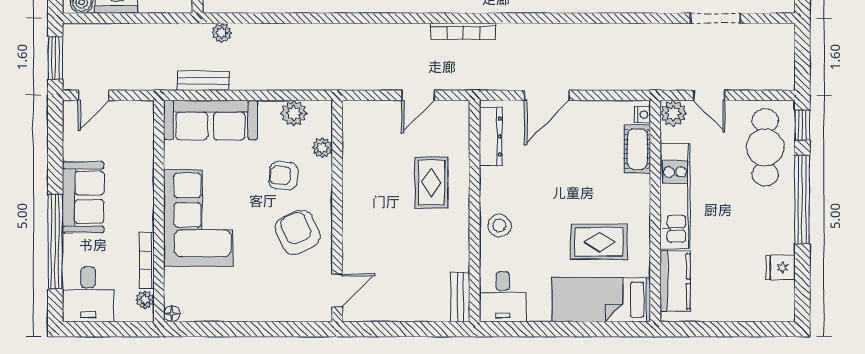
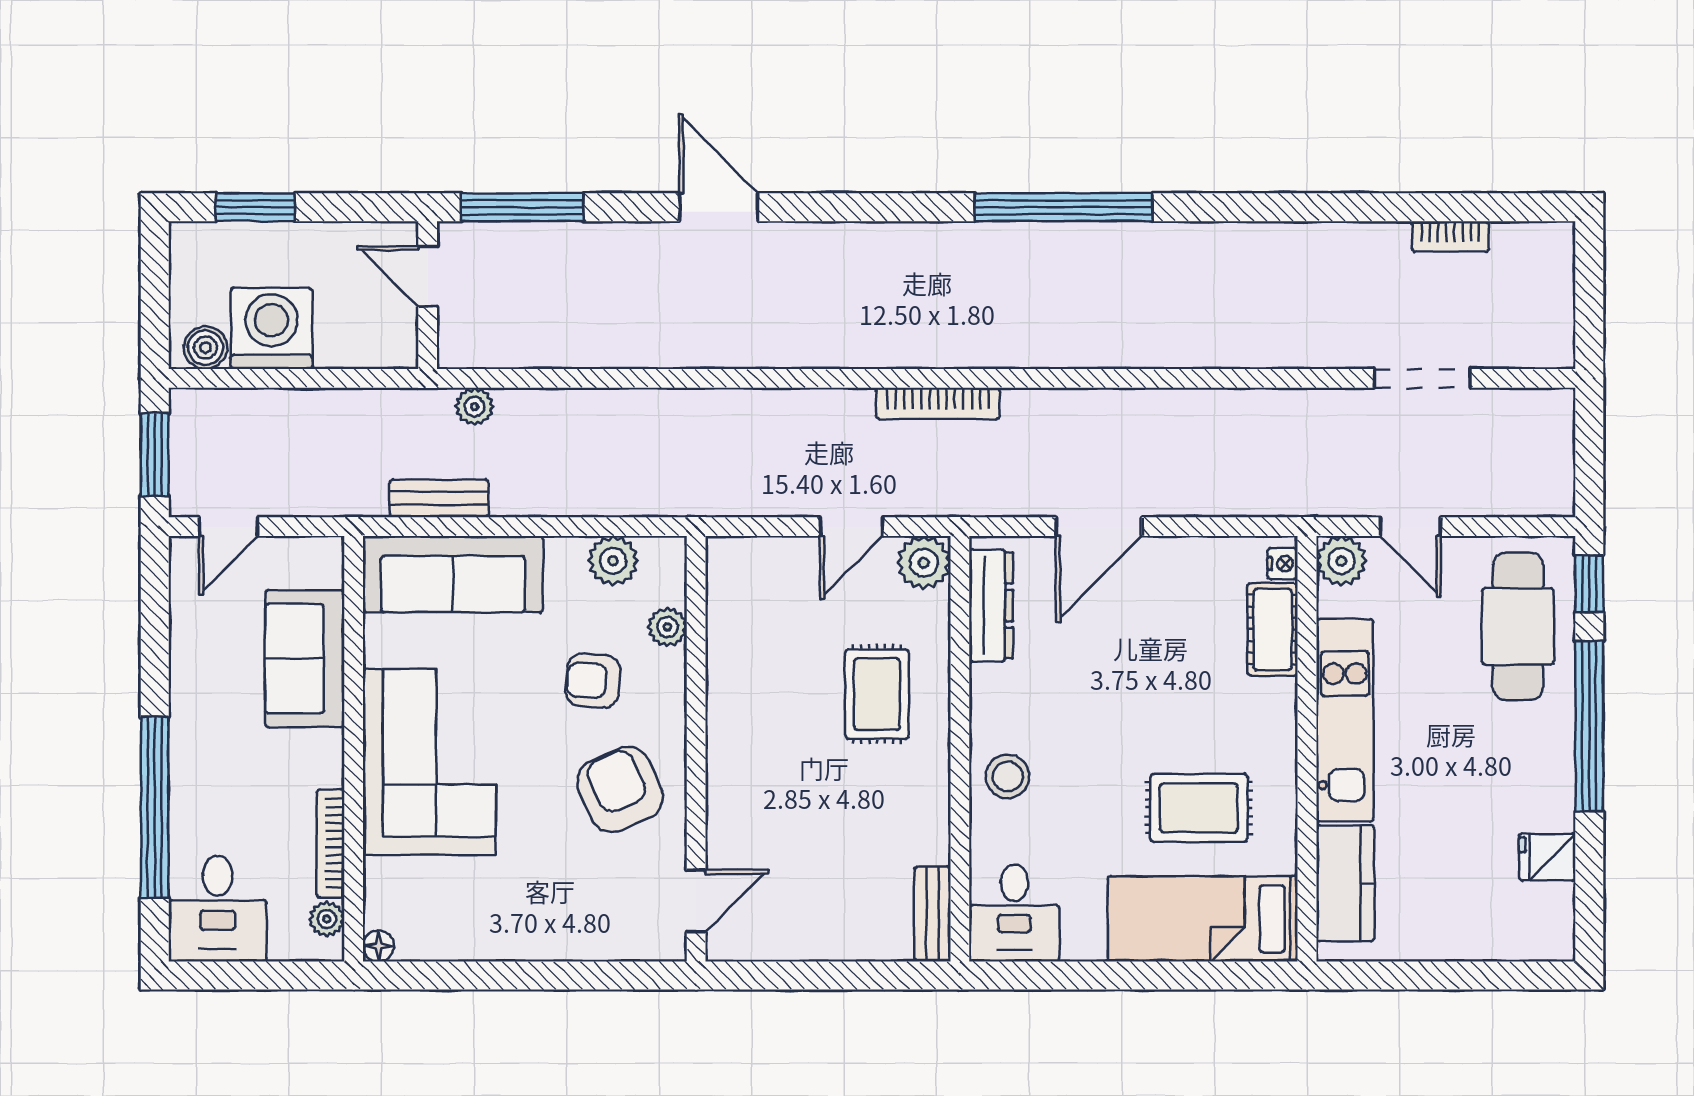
plant: (456, 114) -> (924, 563), added
sofa: (83, 197) -> (305, 659), moved, turned 180

